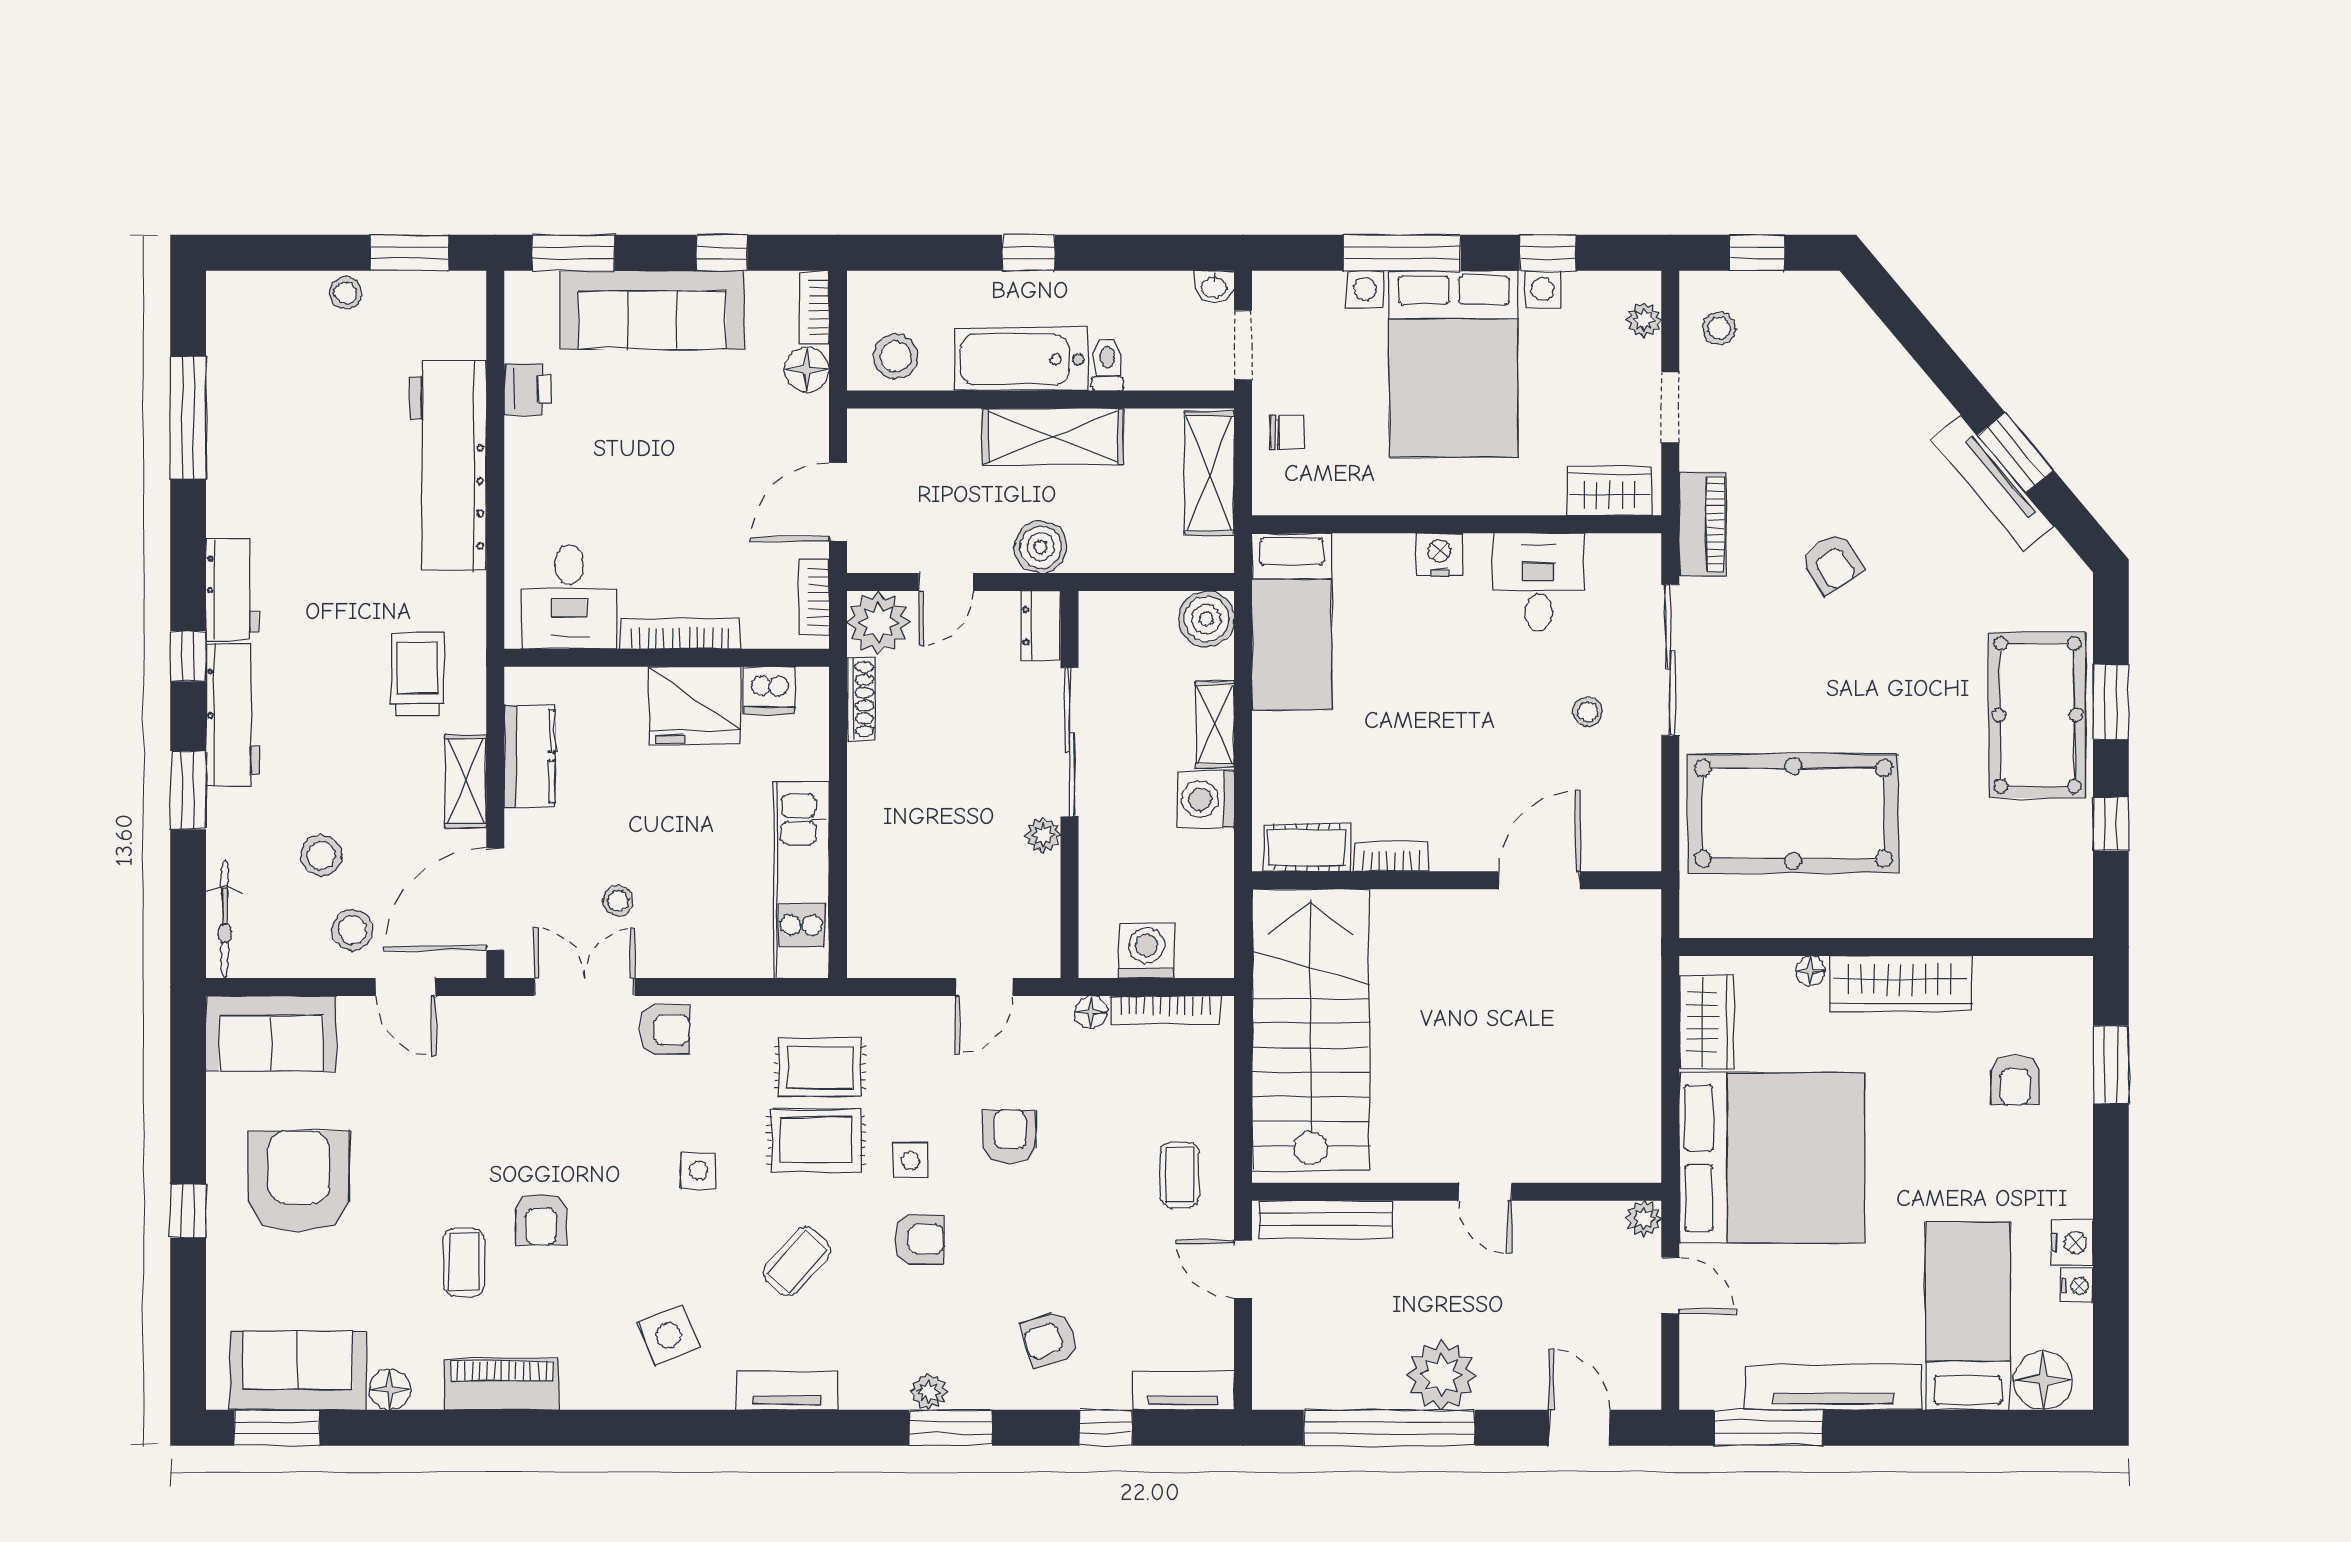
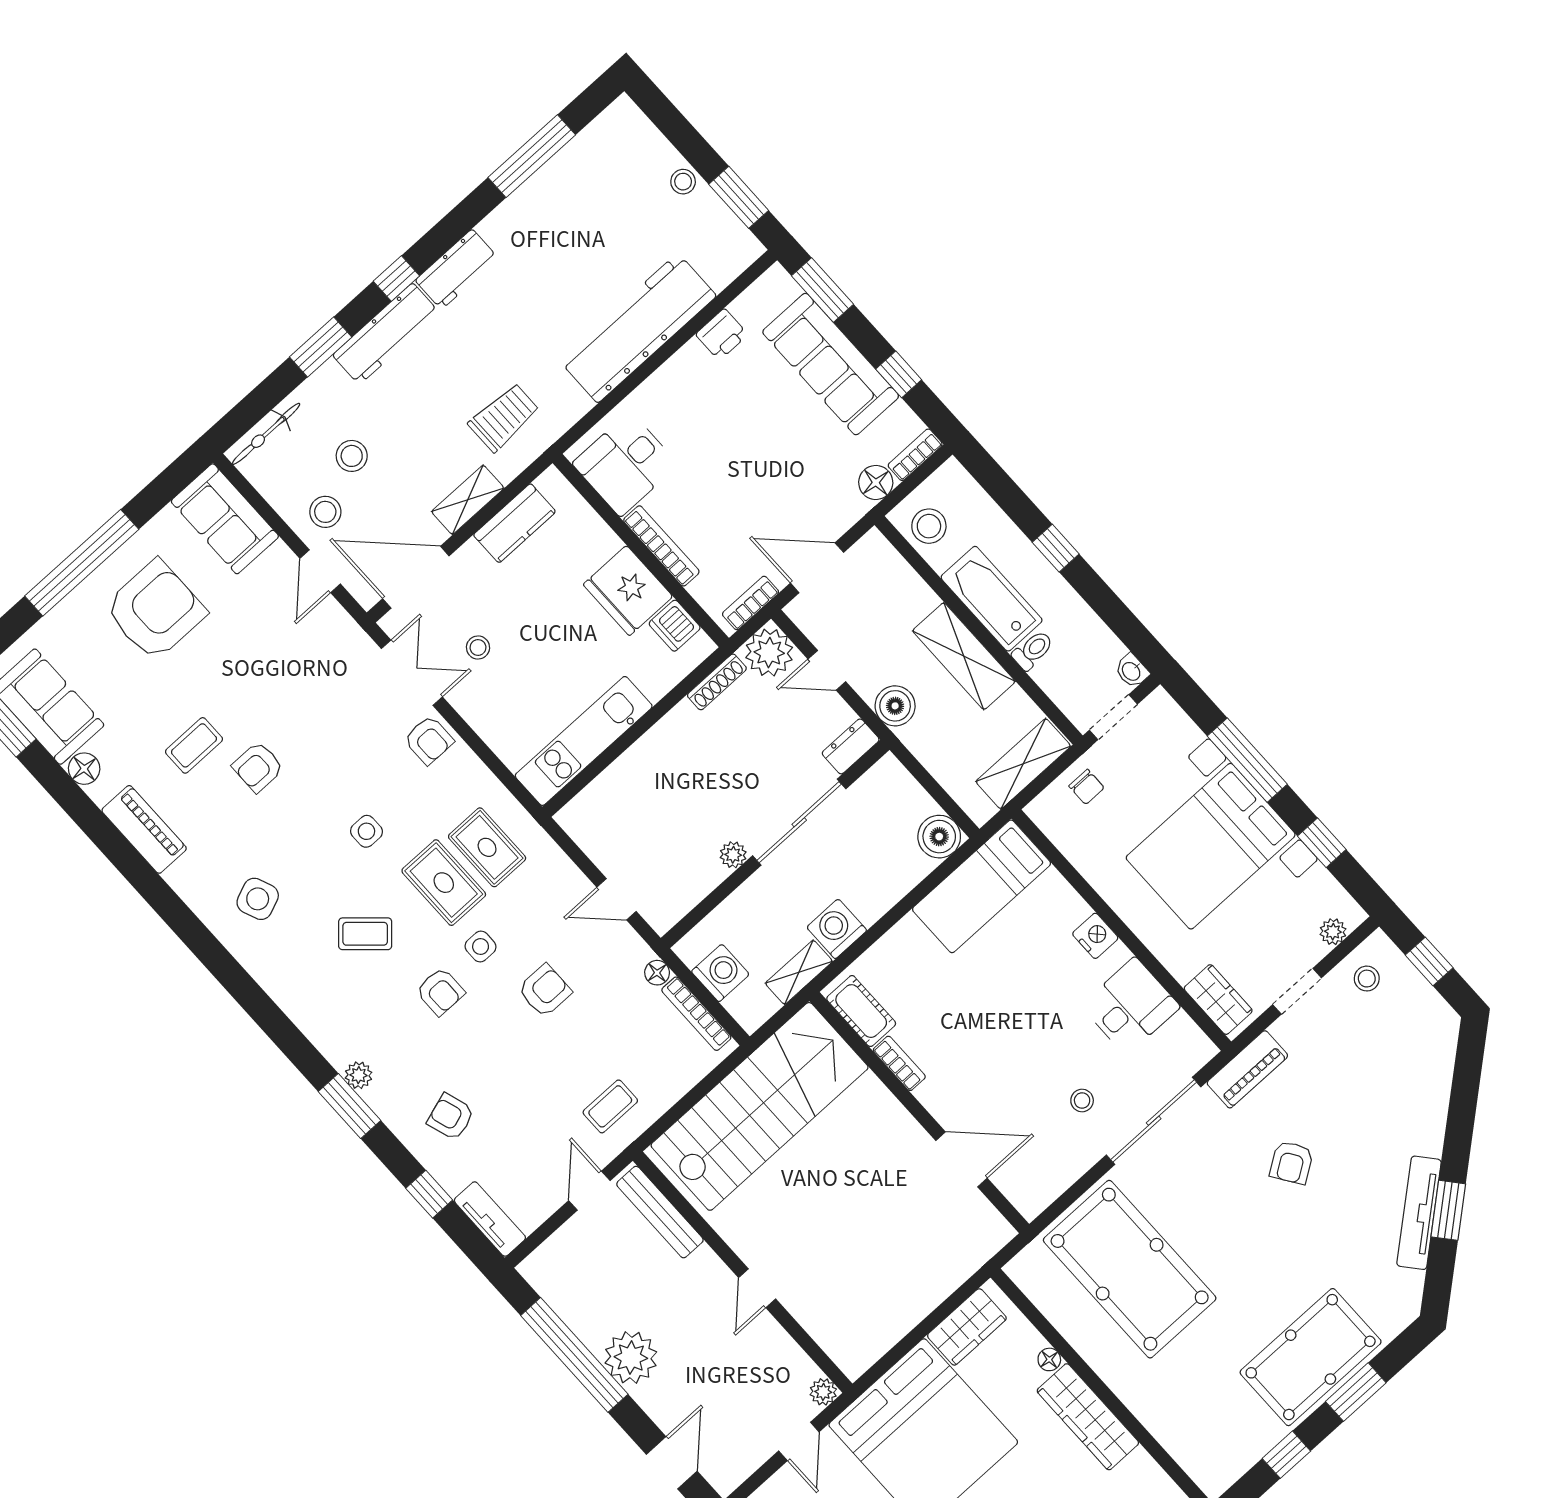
shelving: (1215, 724) -> (799, 972), moved
window: (188, 1211) -> (82, 563), width x3.17
tv unit: (787, 1391) -> (287, 994), removed

